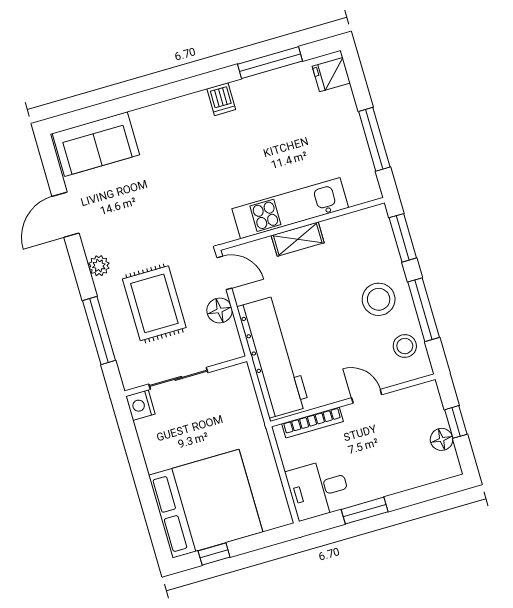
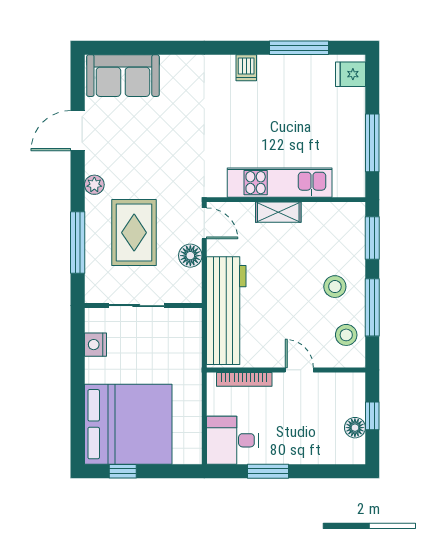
stool: (379, 299) -> (335, 287), width x0.73, depth x0.73
nightstand: (140, 405) -> (95, 345), moved

